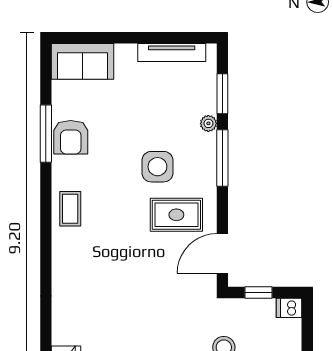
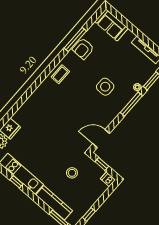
rug: (176, 215) -> (97, 110), removed

